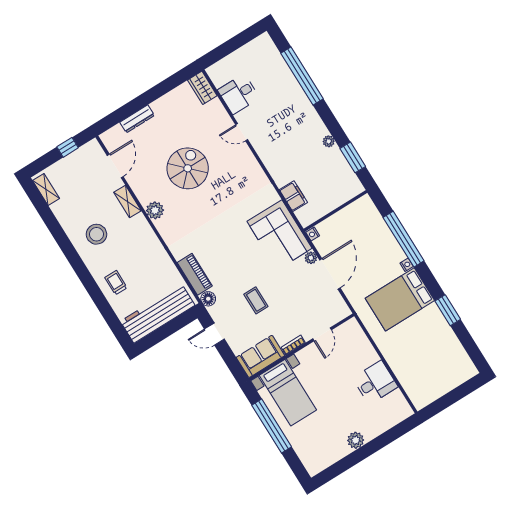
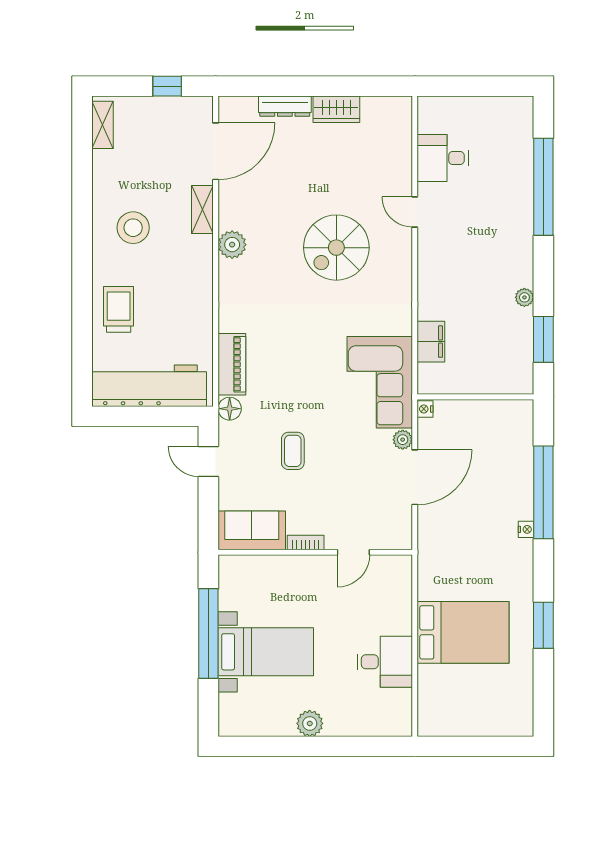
wardrobe: (202, 88) -> (336, 109), moved, turned -90
door: (115, 166) -> (216, 151), width x1.36
spiral stairs: (188, 168) -> (336, 248), moved, turned 180
trolley: (116, 283) -> (119, 309), width x1.36, depth x1.39
bed: (400, 299) -> (463, 632), moved, turned 180
bed with nightstands: (288, 393) -> (266, 652), moved, turned -90

